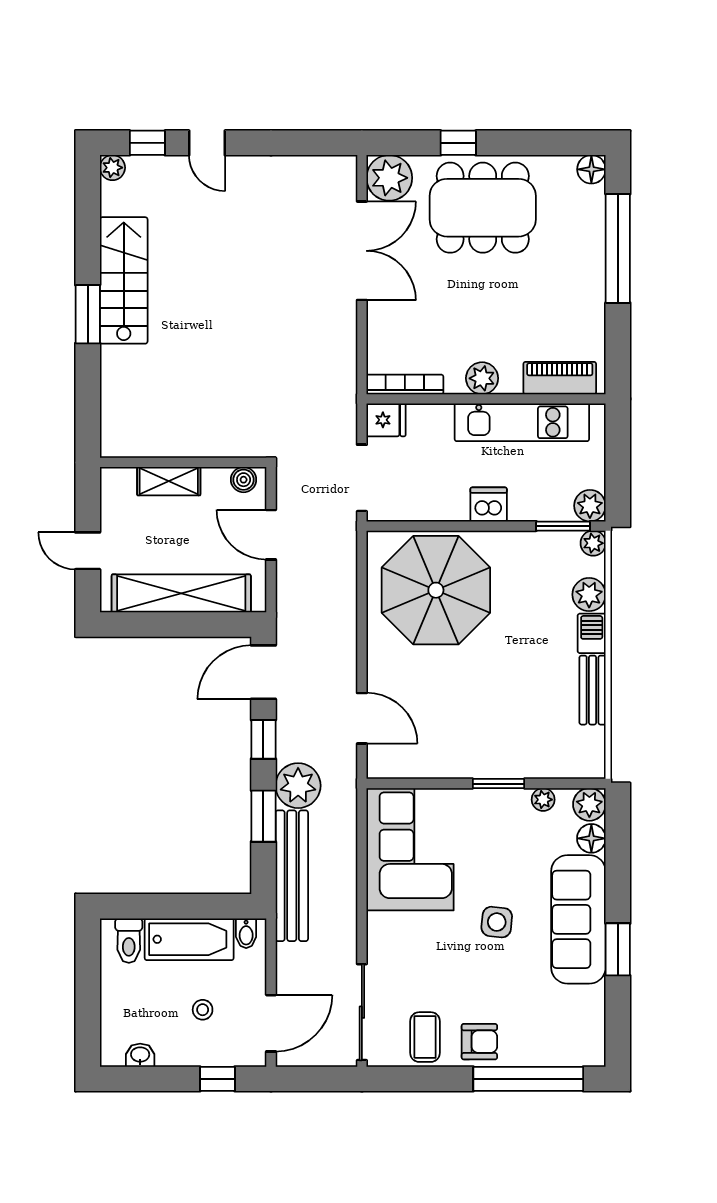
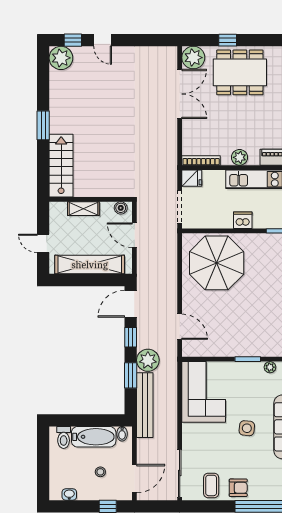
plant: (112, 168) -> (61, 58), width x1.88, depth x1.88
stairs: (124, 280) -> (61, 166), moved

